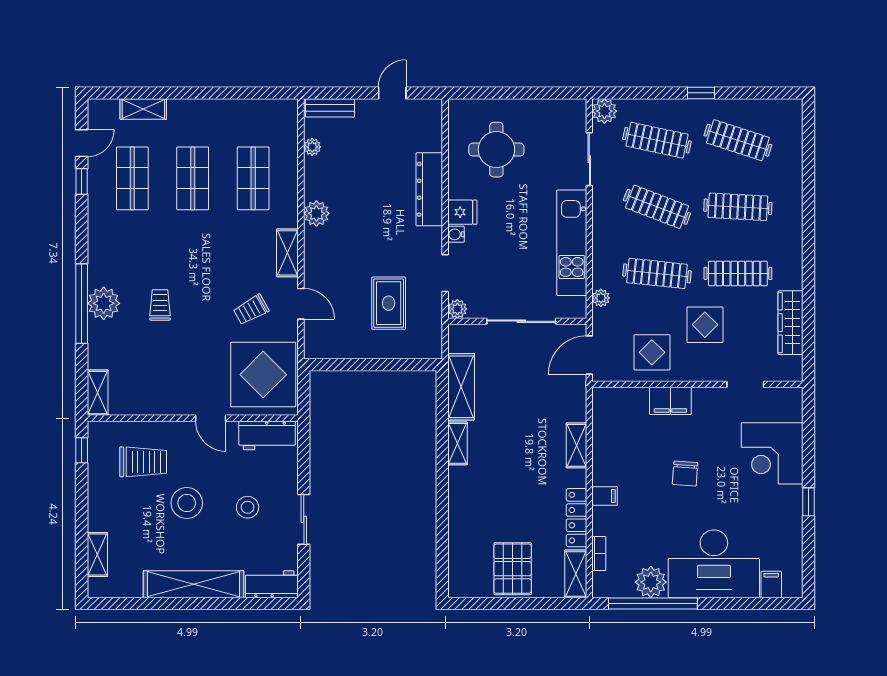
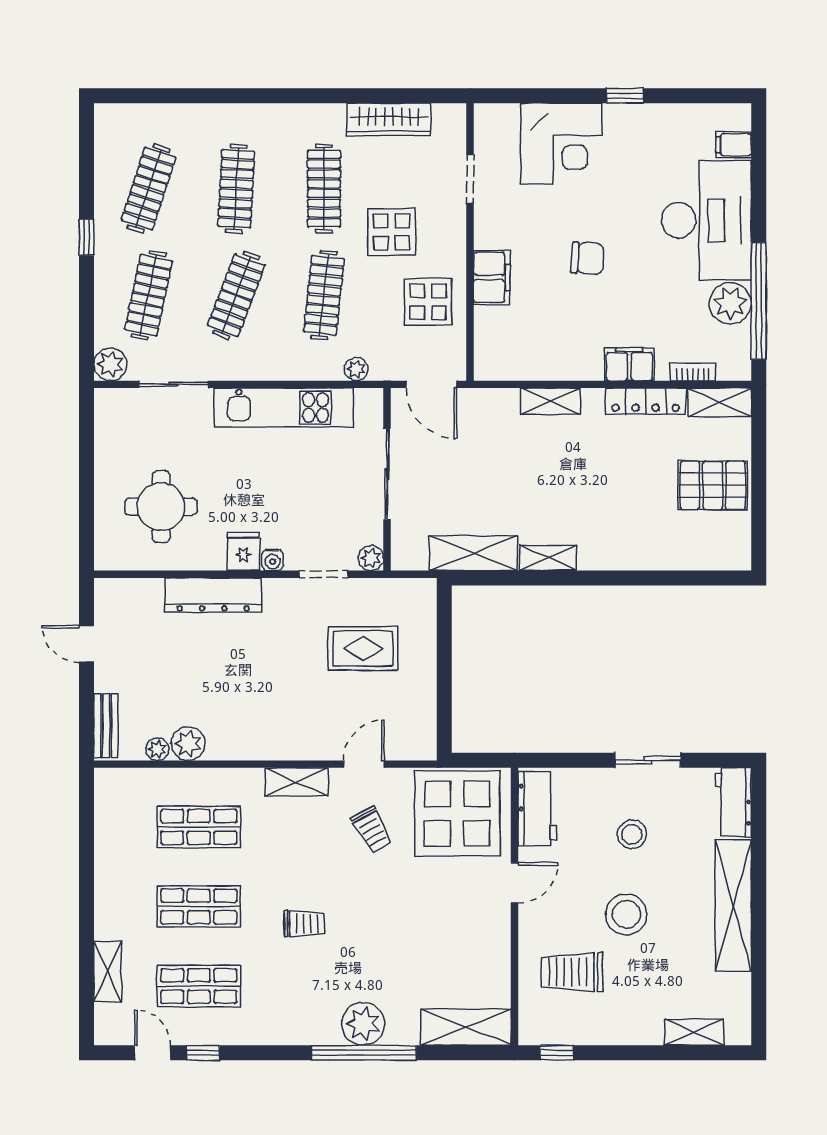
plant: (316, 213) -> (188, 744), moved
trolley: (160, 305) -> (304, 924), moved, turned 180
shelving: (98, 393) -> (466, 1027), width x1.50, depth x1.33
trolley: (143, 462) -> (572, 972), turned -90
filing cabinet: (605, 496) -> (629, 364), width x2.00

